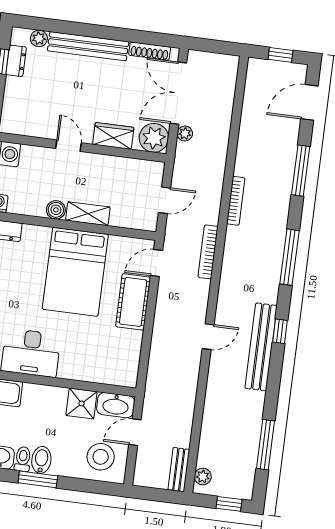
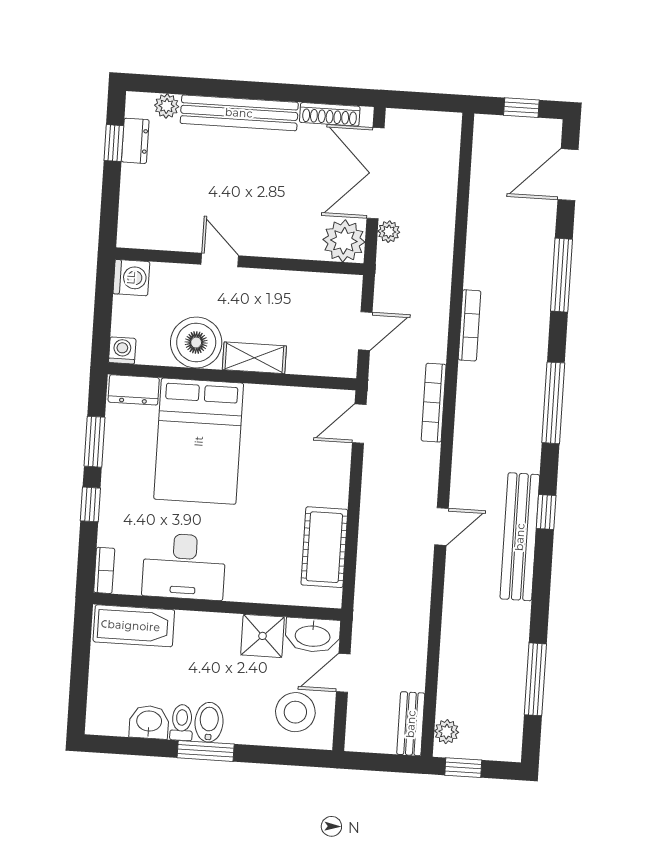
wardrobe: (113, 136) -> (284, 242), removed
boiler: (56, 210) -> (196, 342), width x1.86, depth x1.86
bed: (75, 272) -> (199, 441), moved
cot: (133, 302) -> (324, 547), moved
window: (229, 504) -> (463, 768), moved

